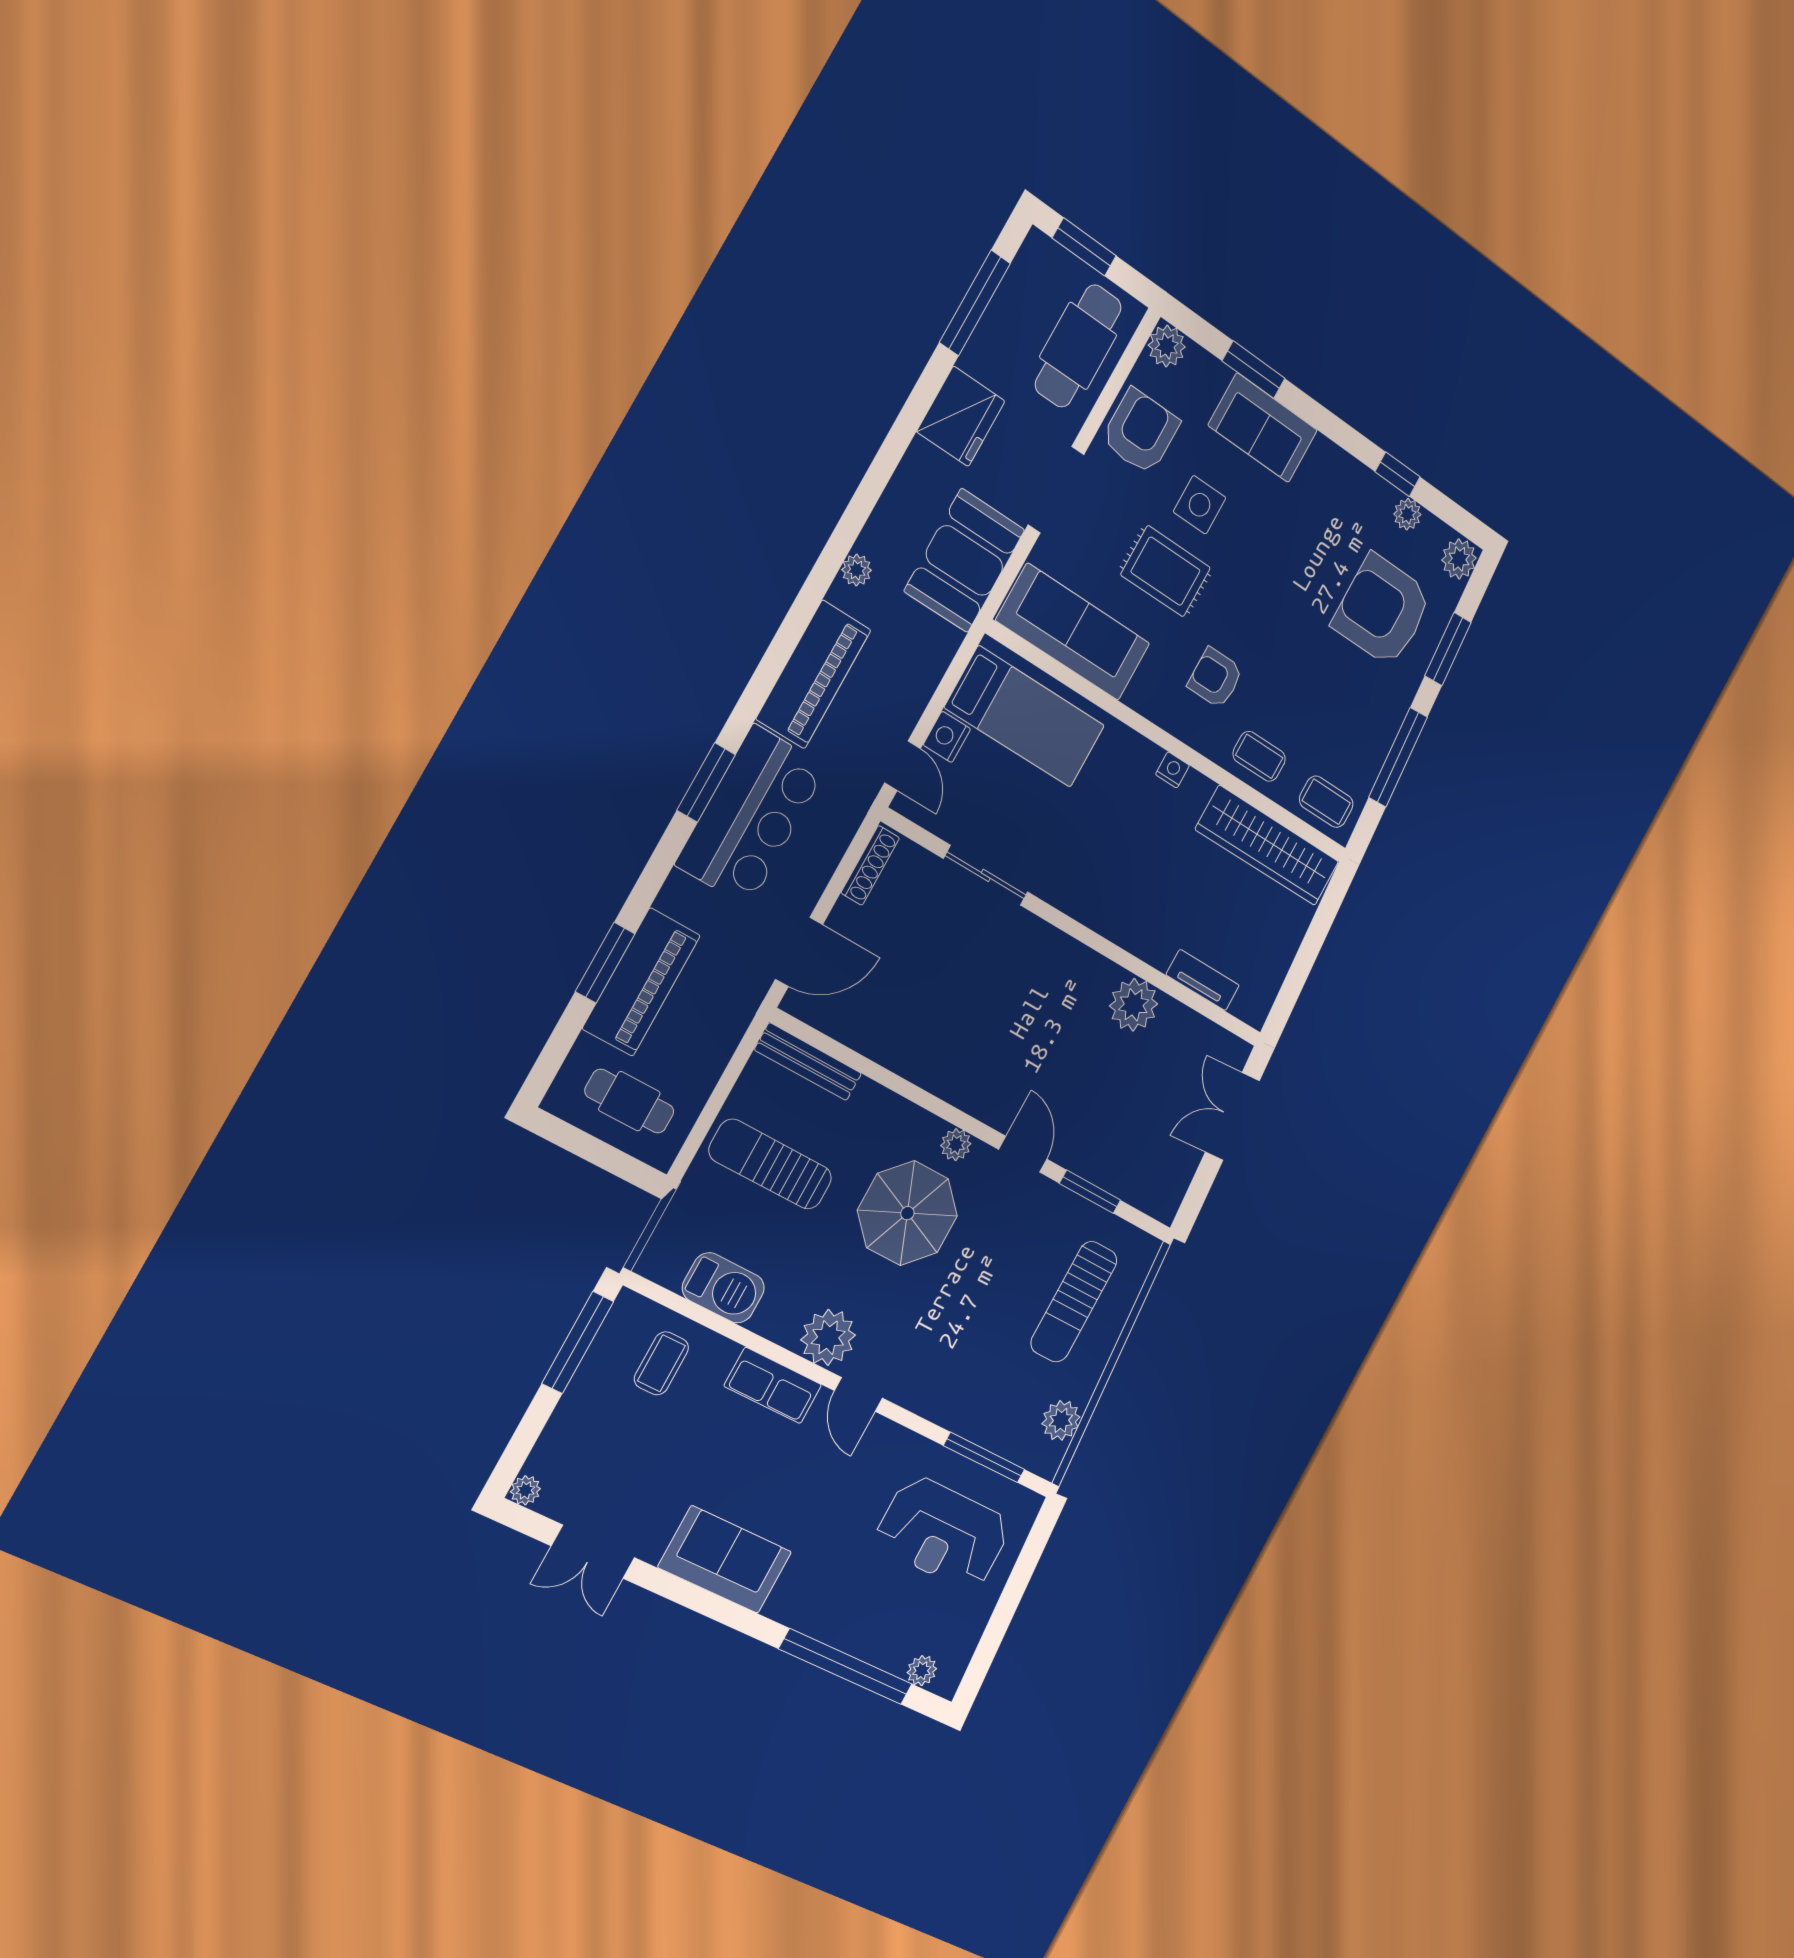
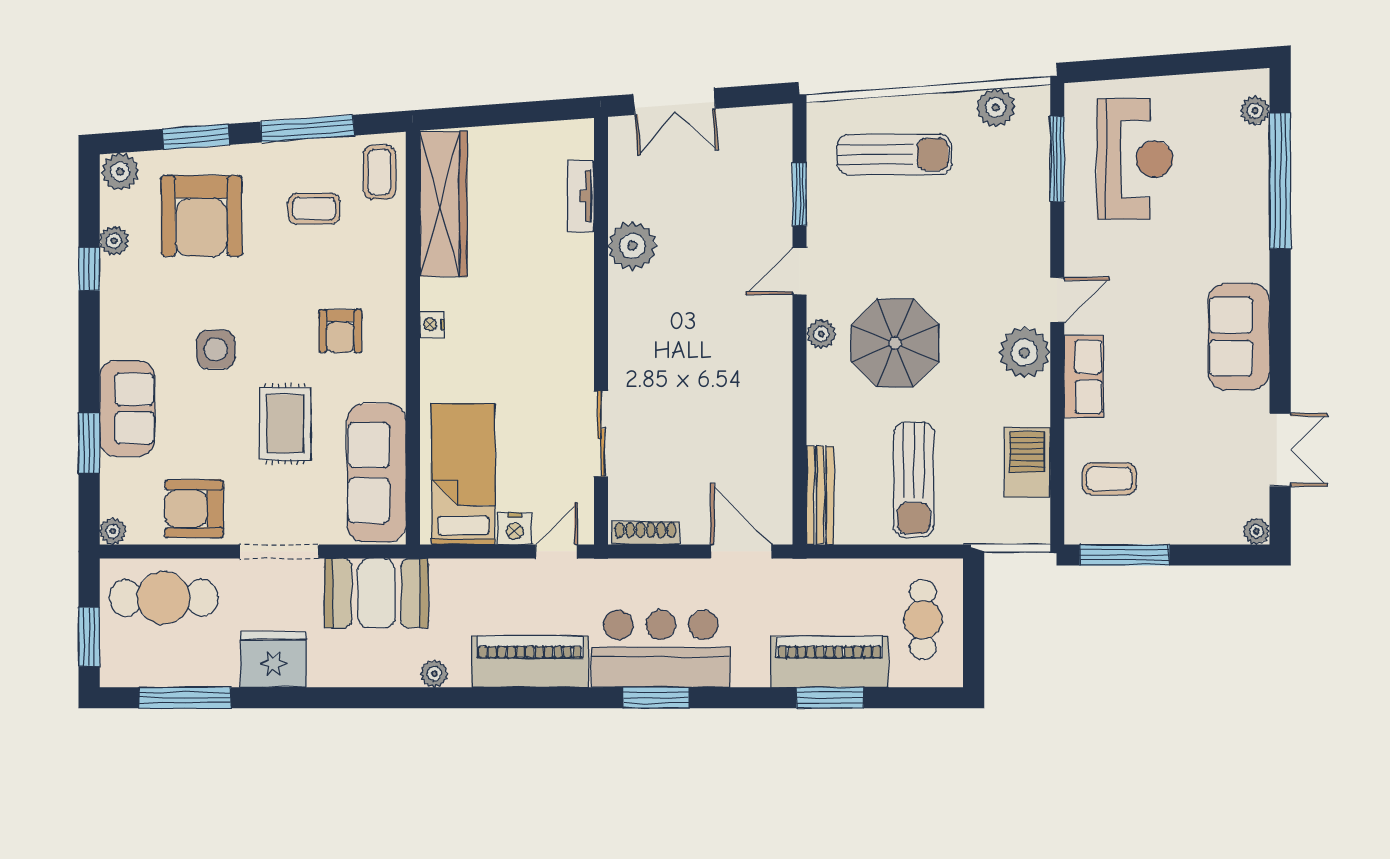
plant: (1167, 346) -> (113, 531), width x0.73, depth x0.73
side table: (1200, 505) -> (216, 349), moved
coffee table: (1259, 756) -> (314, 208), moved, turned 90

